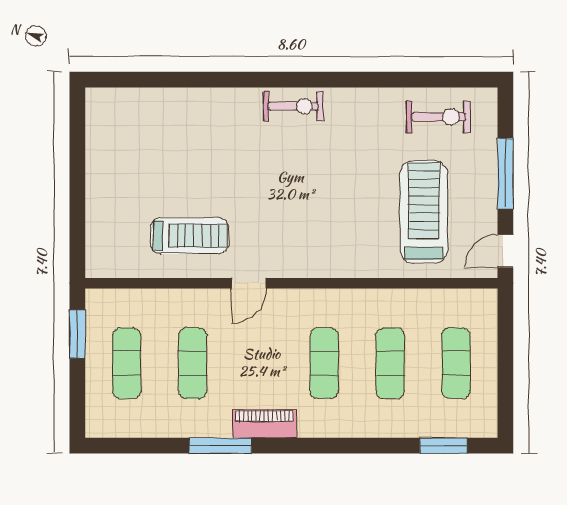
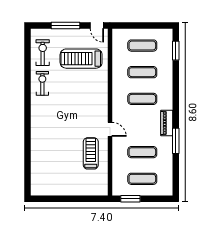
exercise bike: (293, 106) -> (42, 83), moved

